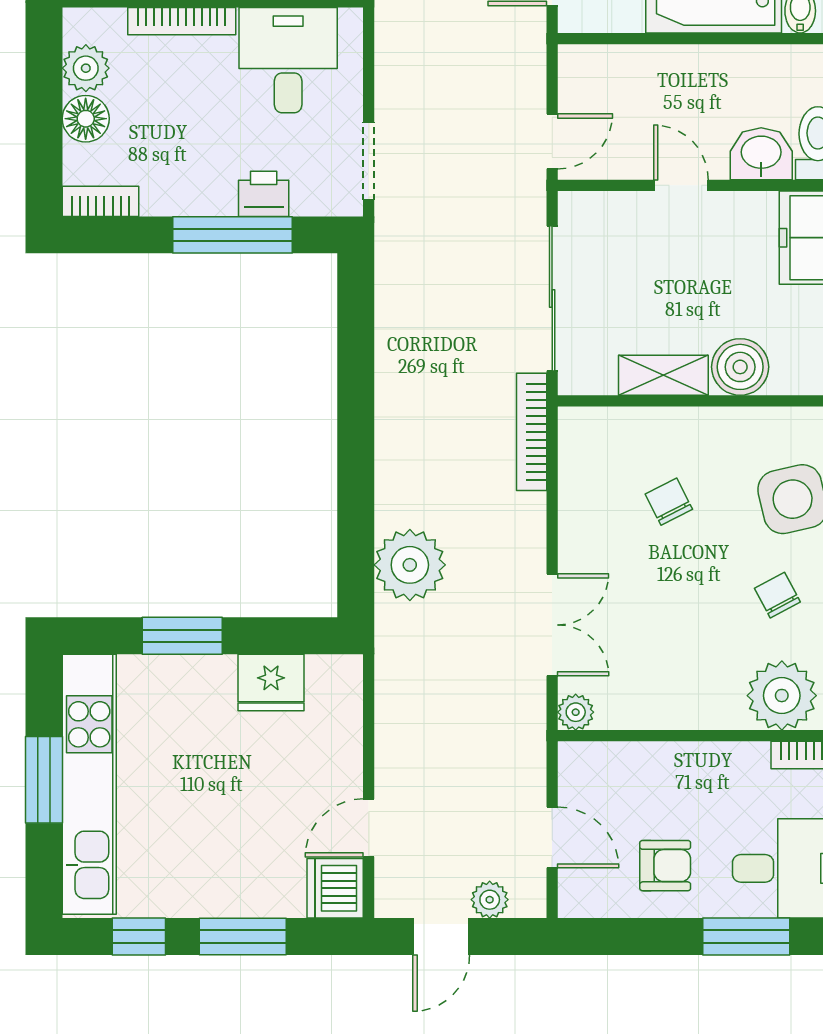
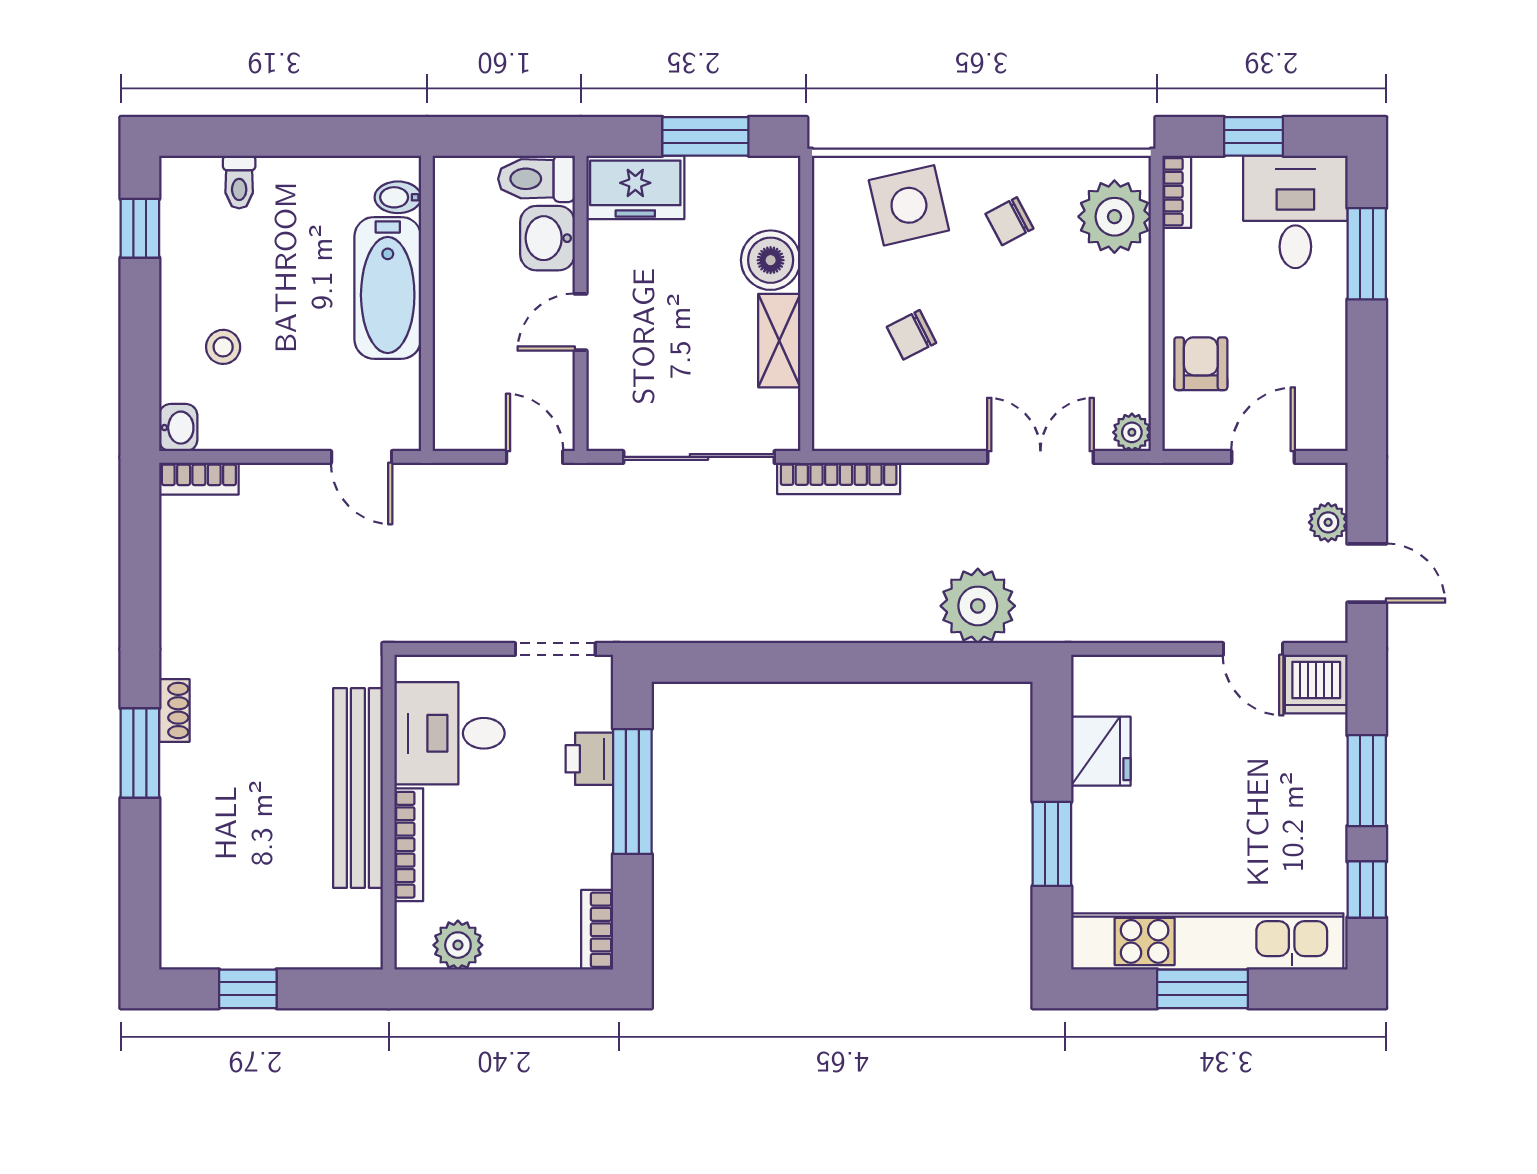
floor lamp: (86, 119) -> (511, 945), removed
armchair: (665, 866) -> (1201, 364), moved

